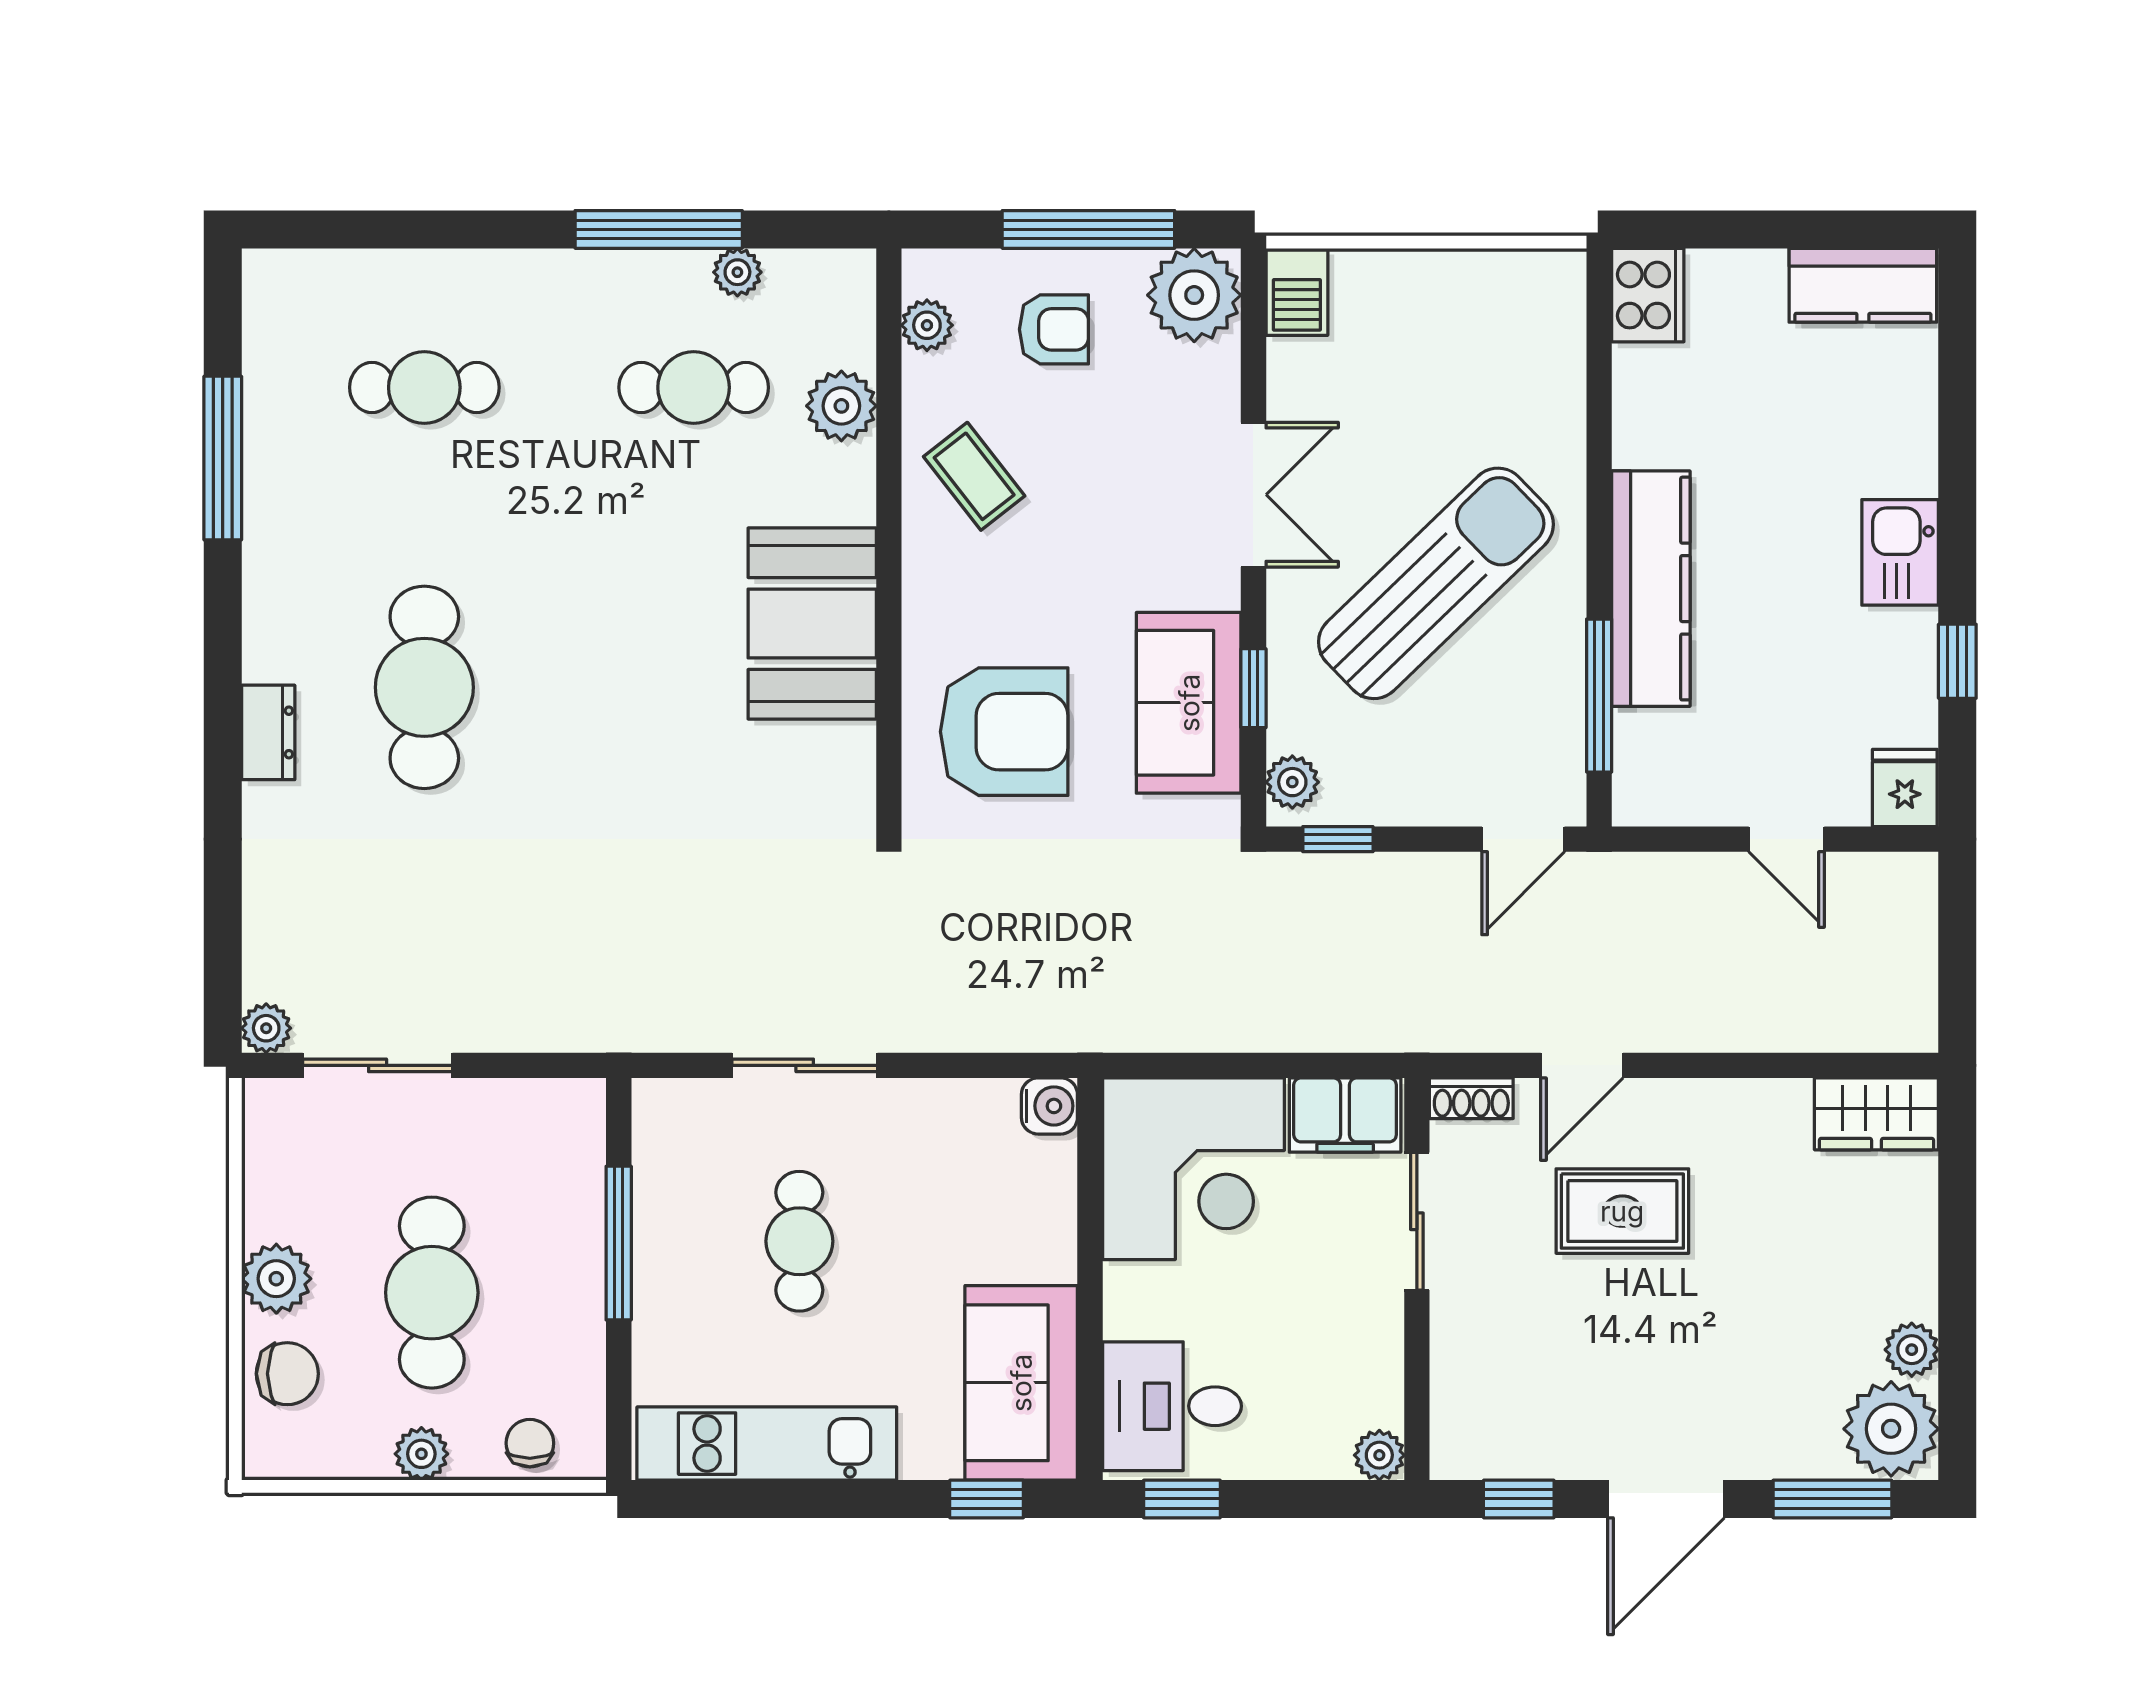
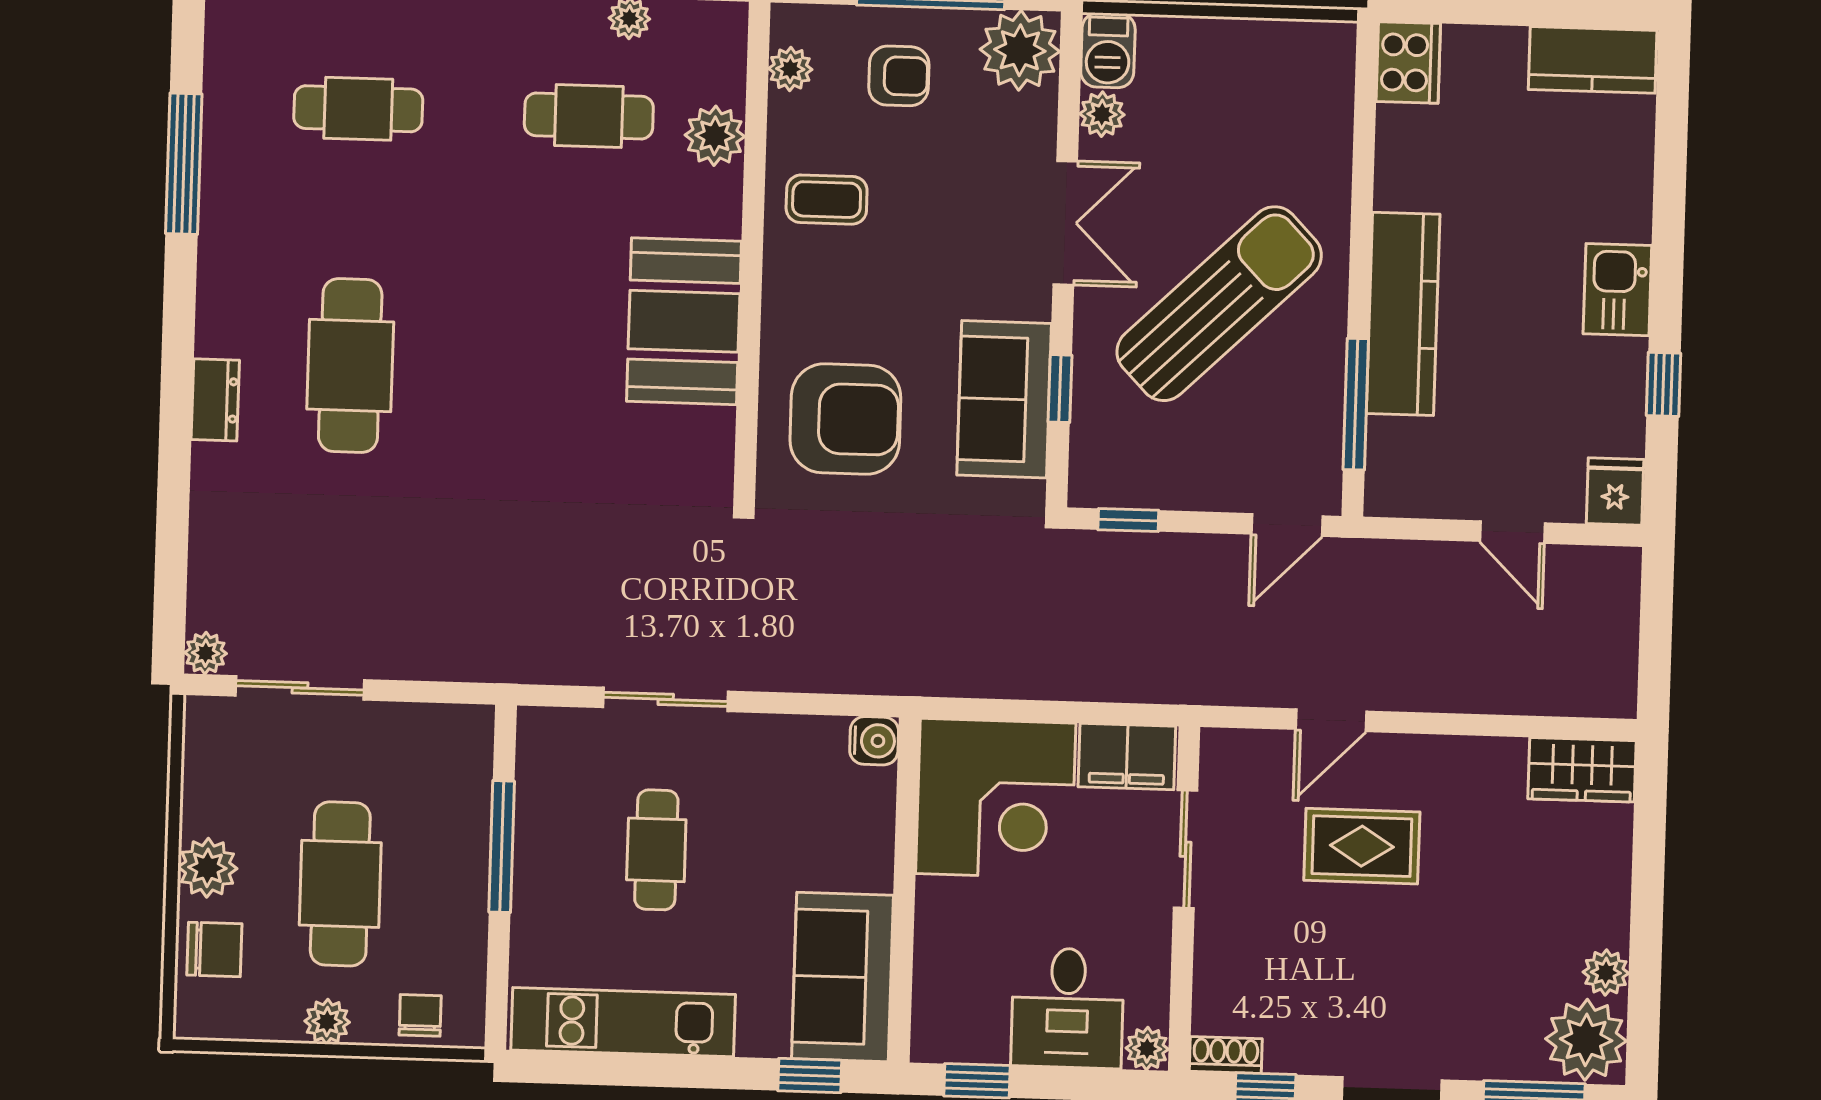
coffee table: (974, 476) -> (827, 200), turned -52
plant: (1292, 782) -> (1102, 114), moved
shoe rack: (1471, 1098) -> (1226, 1055), moved, turned 180
desk: (1172, 1406) -> (1068, 1008), moved, turned -90

